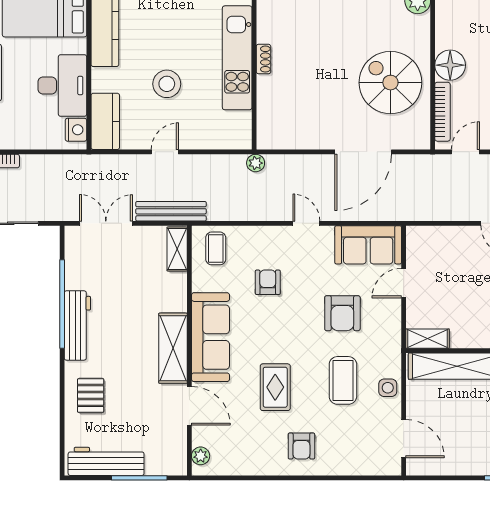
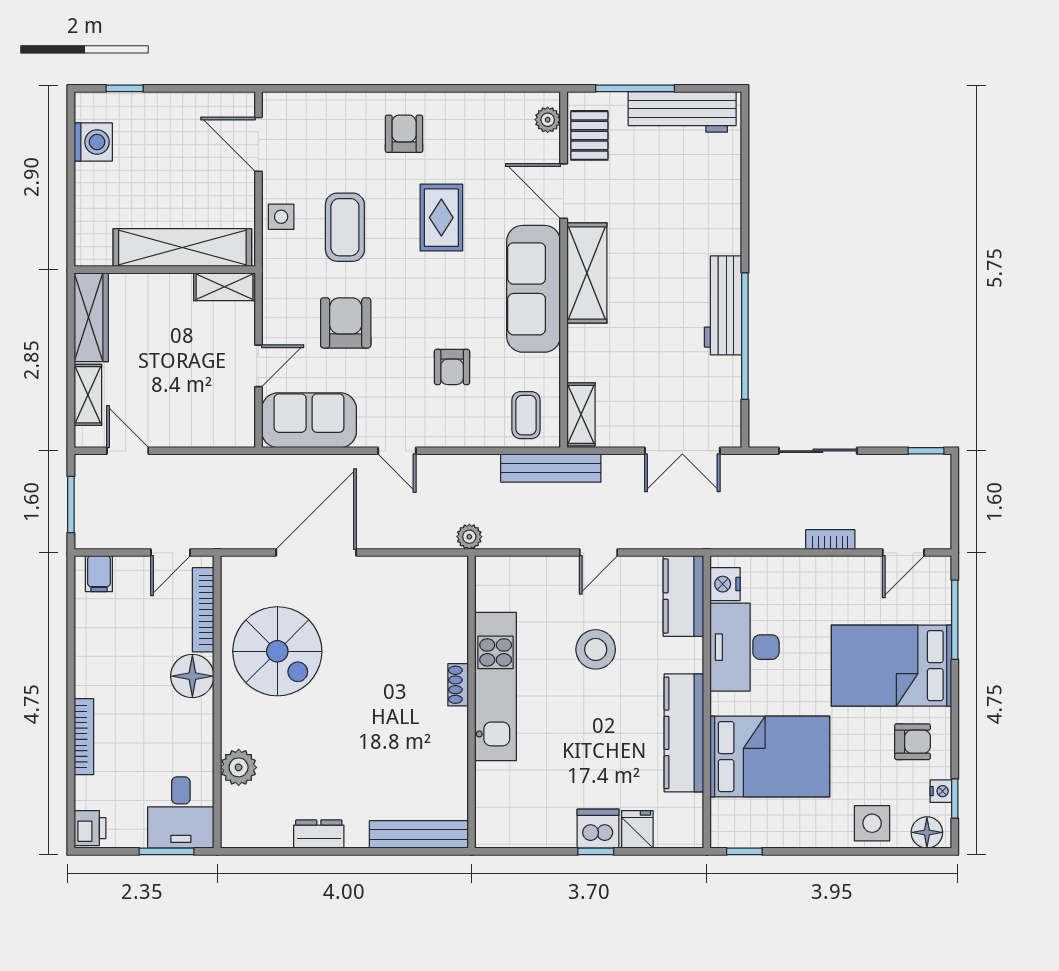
bench: (171, 211) -> (551, 468), moved
pallet: (91, 395) -> (589, 135), moved

